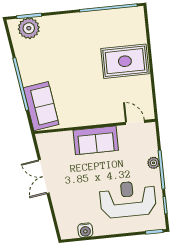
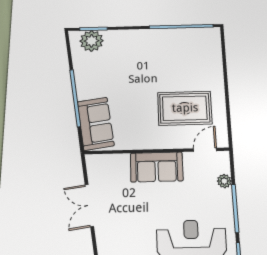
rug: (125, 61) -> (185, 108), moved
door: (135, 122) -> (205, 150), hinge flipped
plant: (153, 163) -> (224, 181), moved

